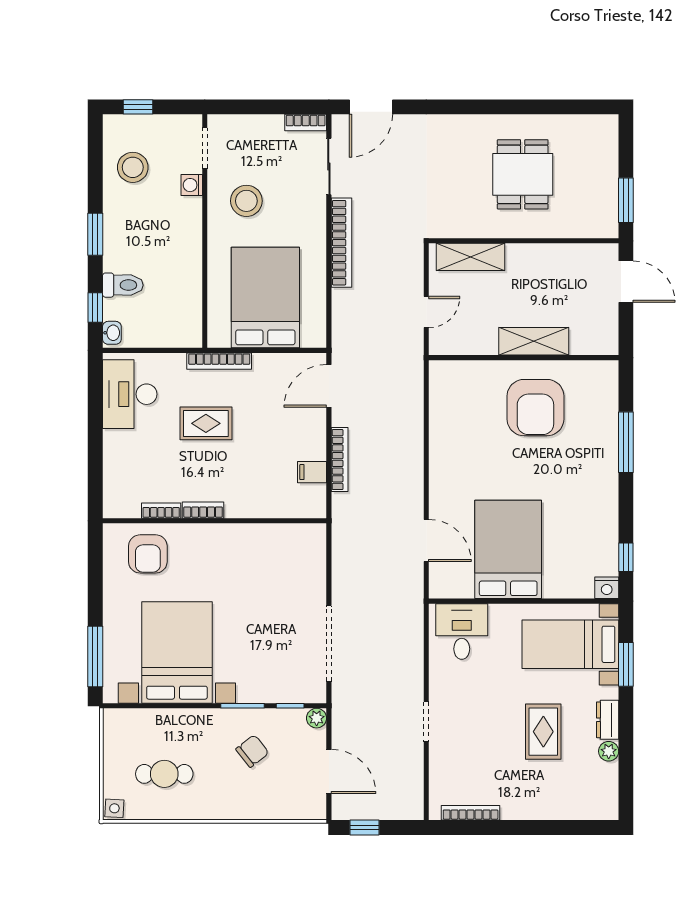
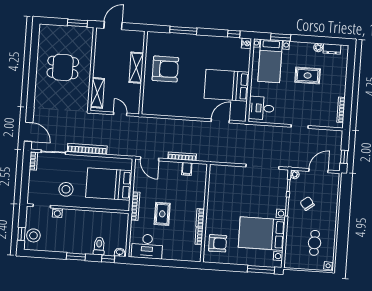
stool: (133, 167) -> (33, 235), moved
dresser: (608, 720) -> (332, 49), moved

